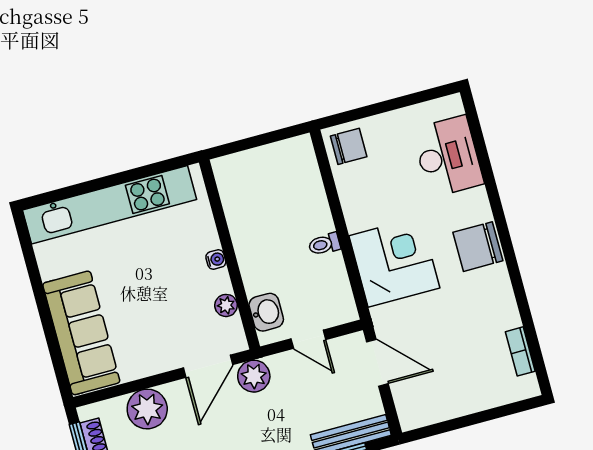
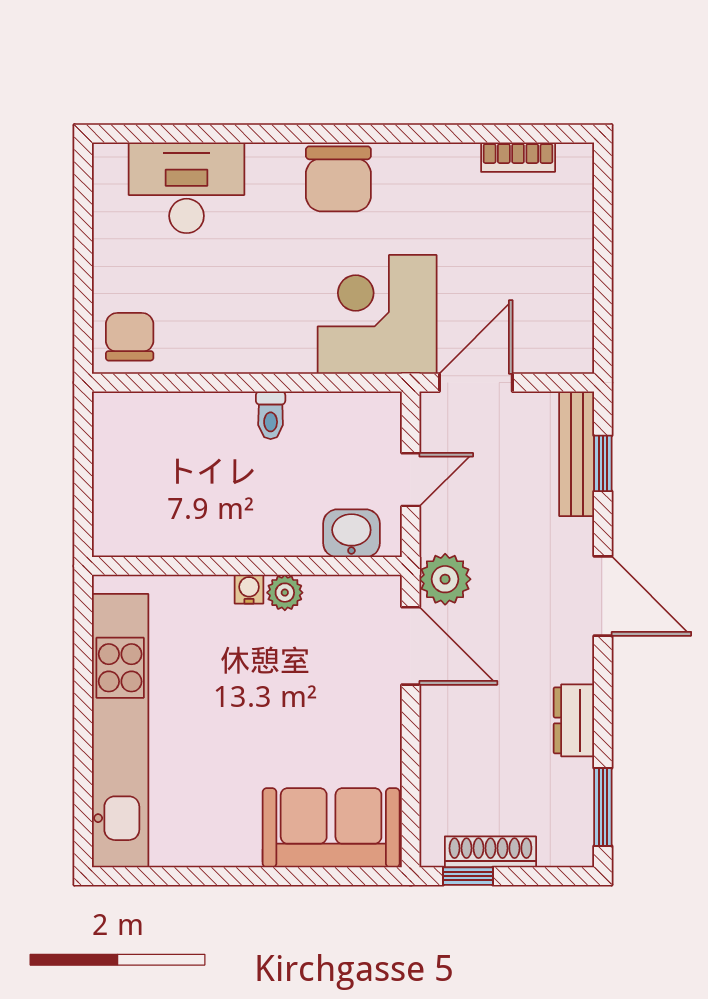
corner desk: (394, 262) -> (377, 314), moved
plant: (226, 305) -> (285, 593), moved
sofa: (81, 333) -> (331, 828), width x0.73
plant: (147, 409) -> (451, 758), removed

